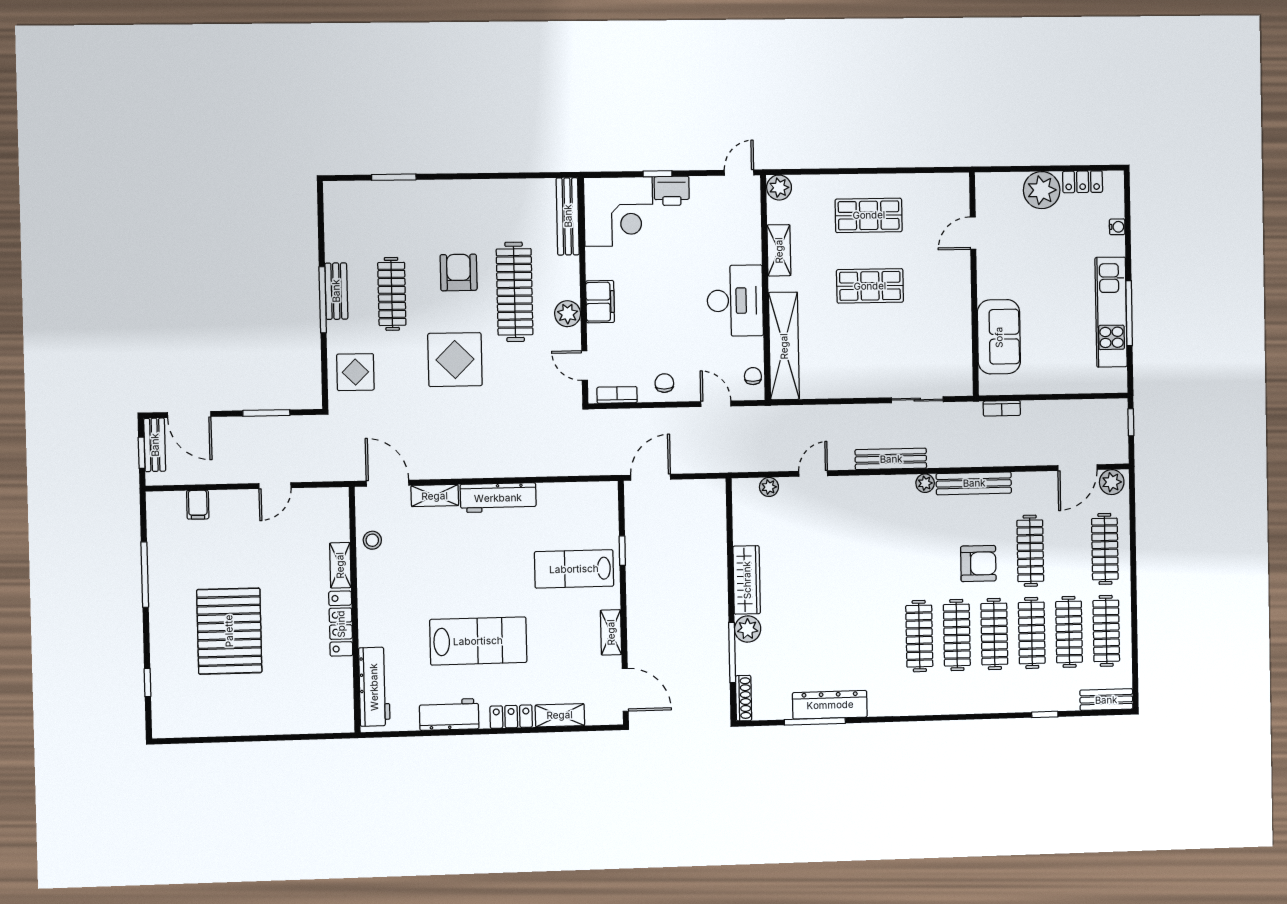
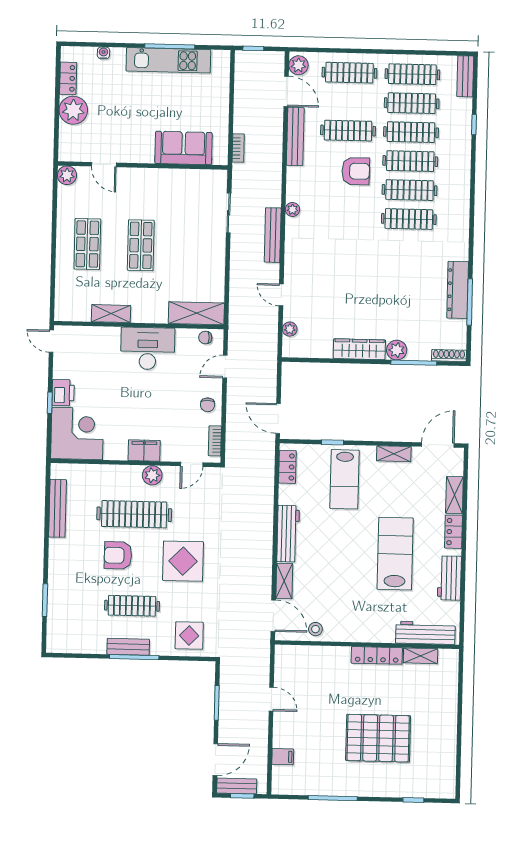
plant: (779, 188) -> (67, 175), moved
bench: (568, 216) -> (58, 508), moved, turned 90
shelving: (784, 346) -> (196, 313), width x0.68
chair: (664, 383) -> (208, 405), turned -90
door: (388, 483) -> (273, 616), swing flipped
bench: (974, 483) -> (295, 137), moved
locker: (587, 493) -> (287, 467), added
armchair: (978, 564) -> (356, 171), turned 90
shelving: (340, 565) -> (420, 656), moved

